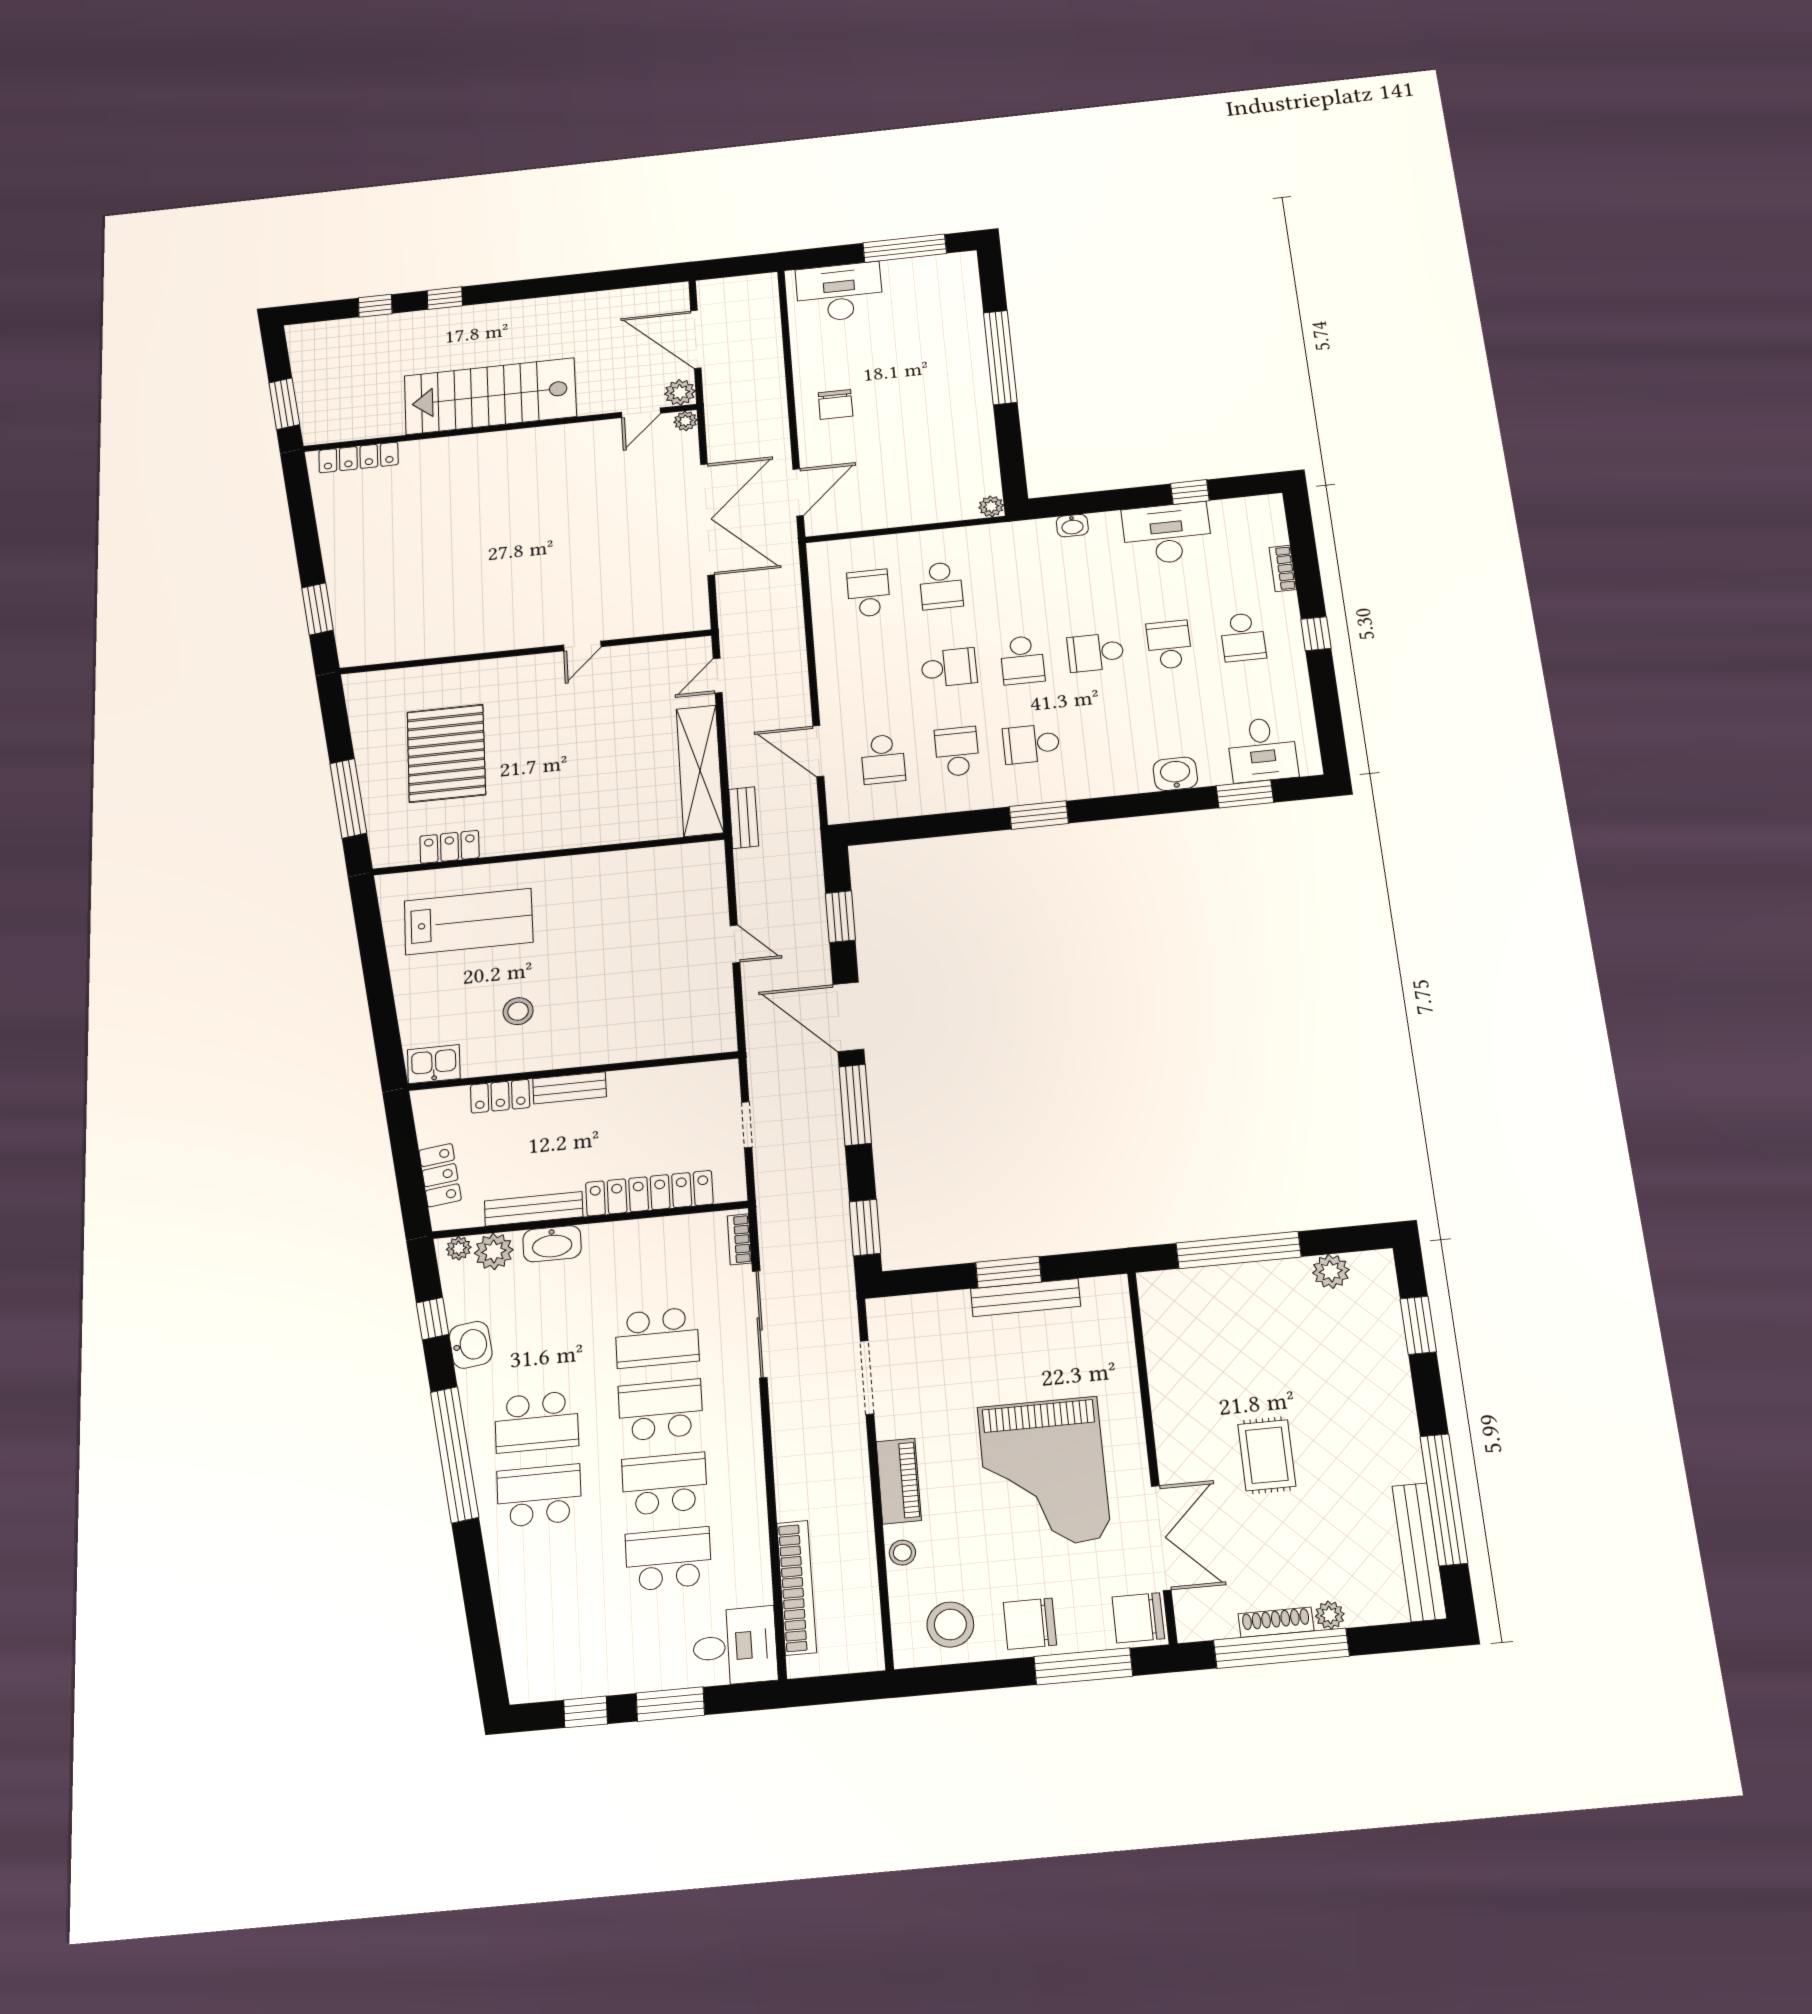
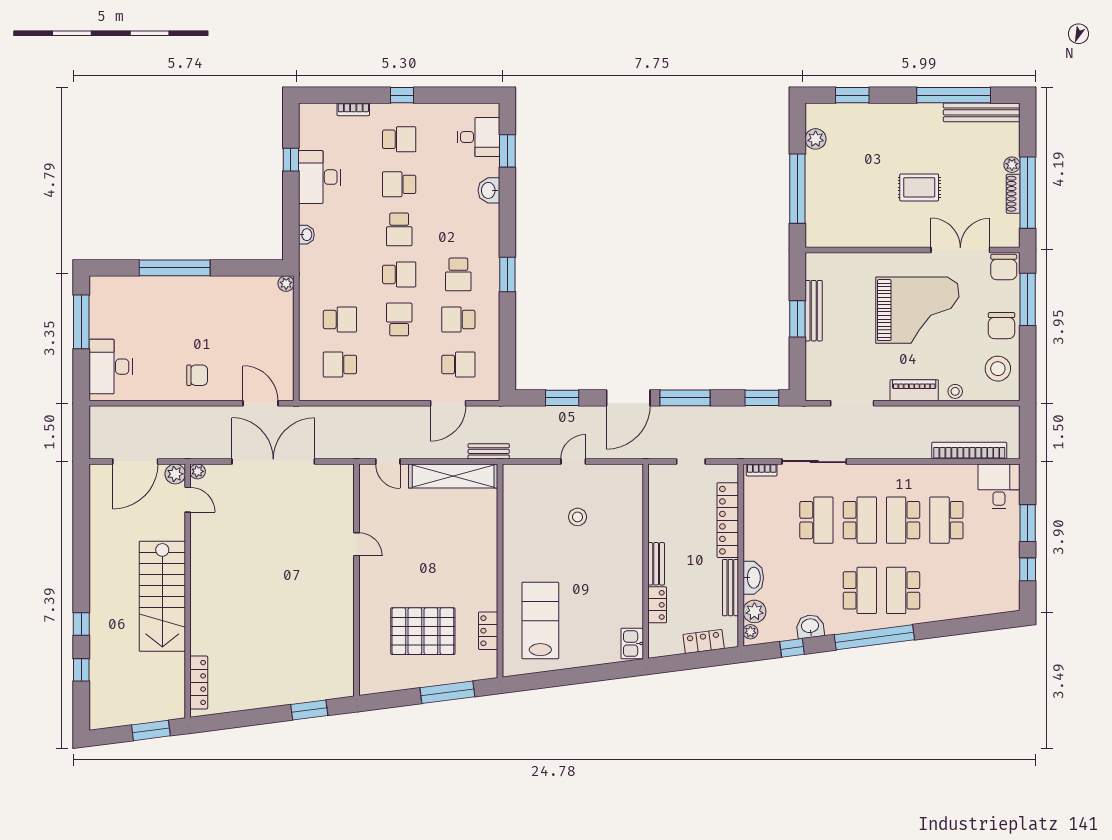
stool: (518, 1011) -> (578, 517), moved
school desk: (661, 1410) -> (860, 520), turned 180

